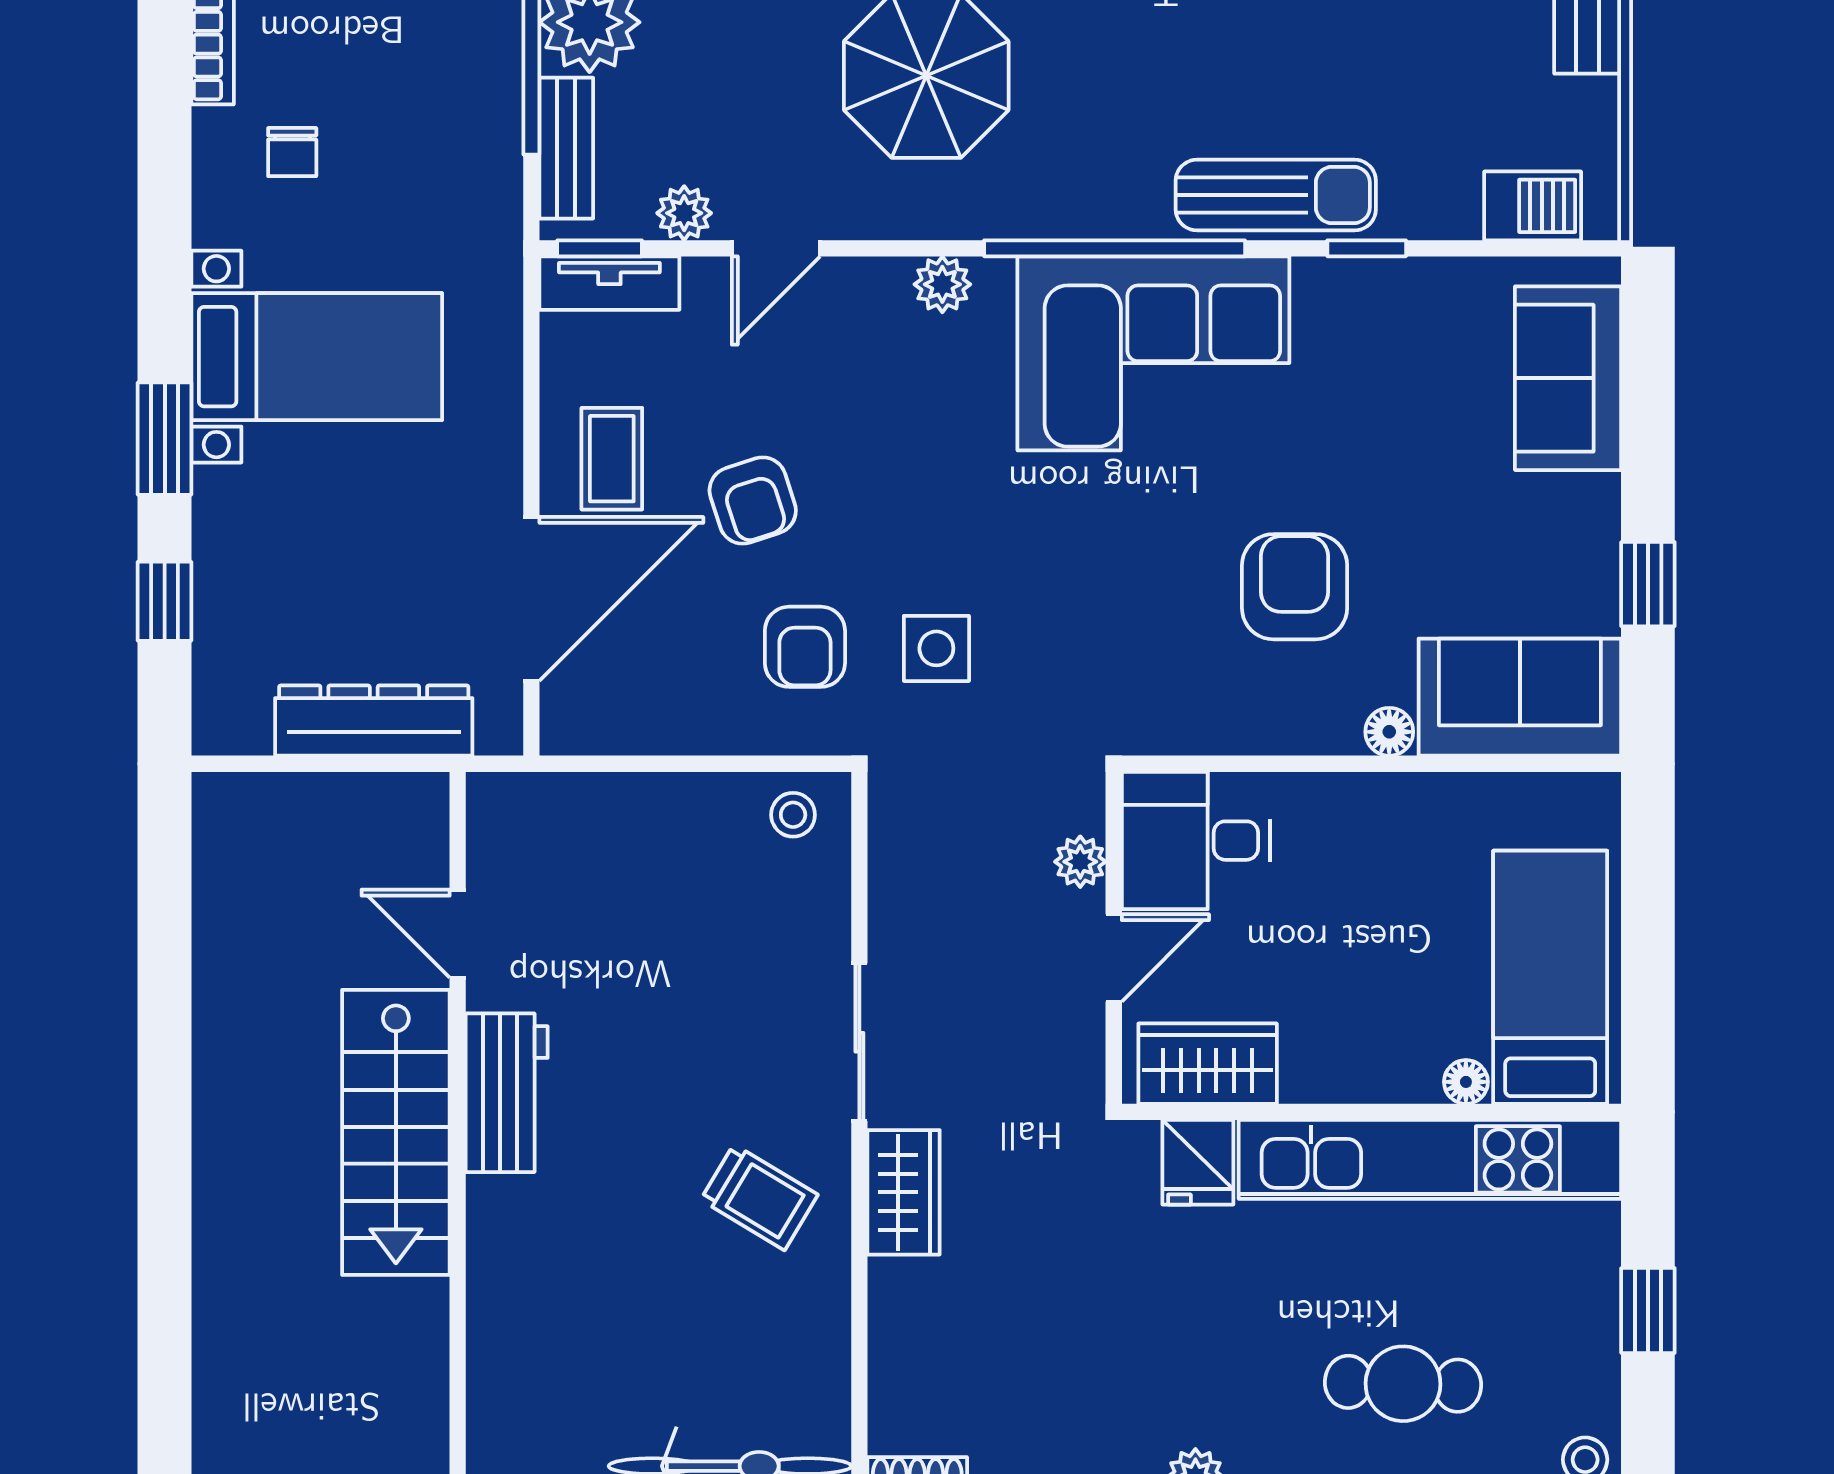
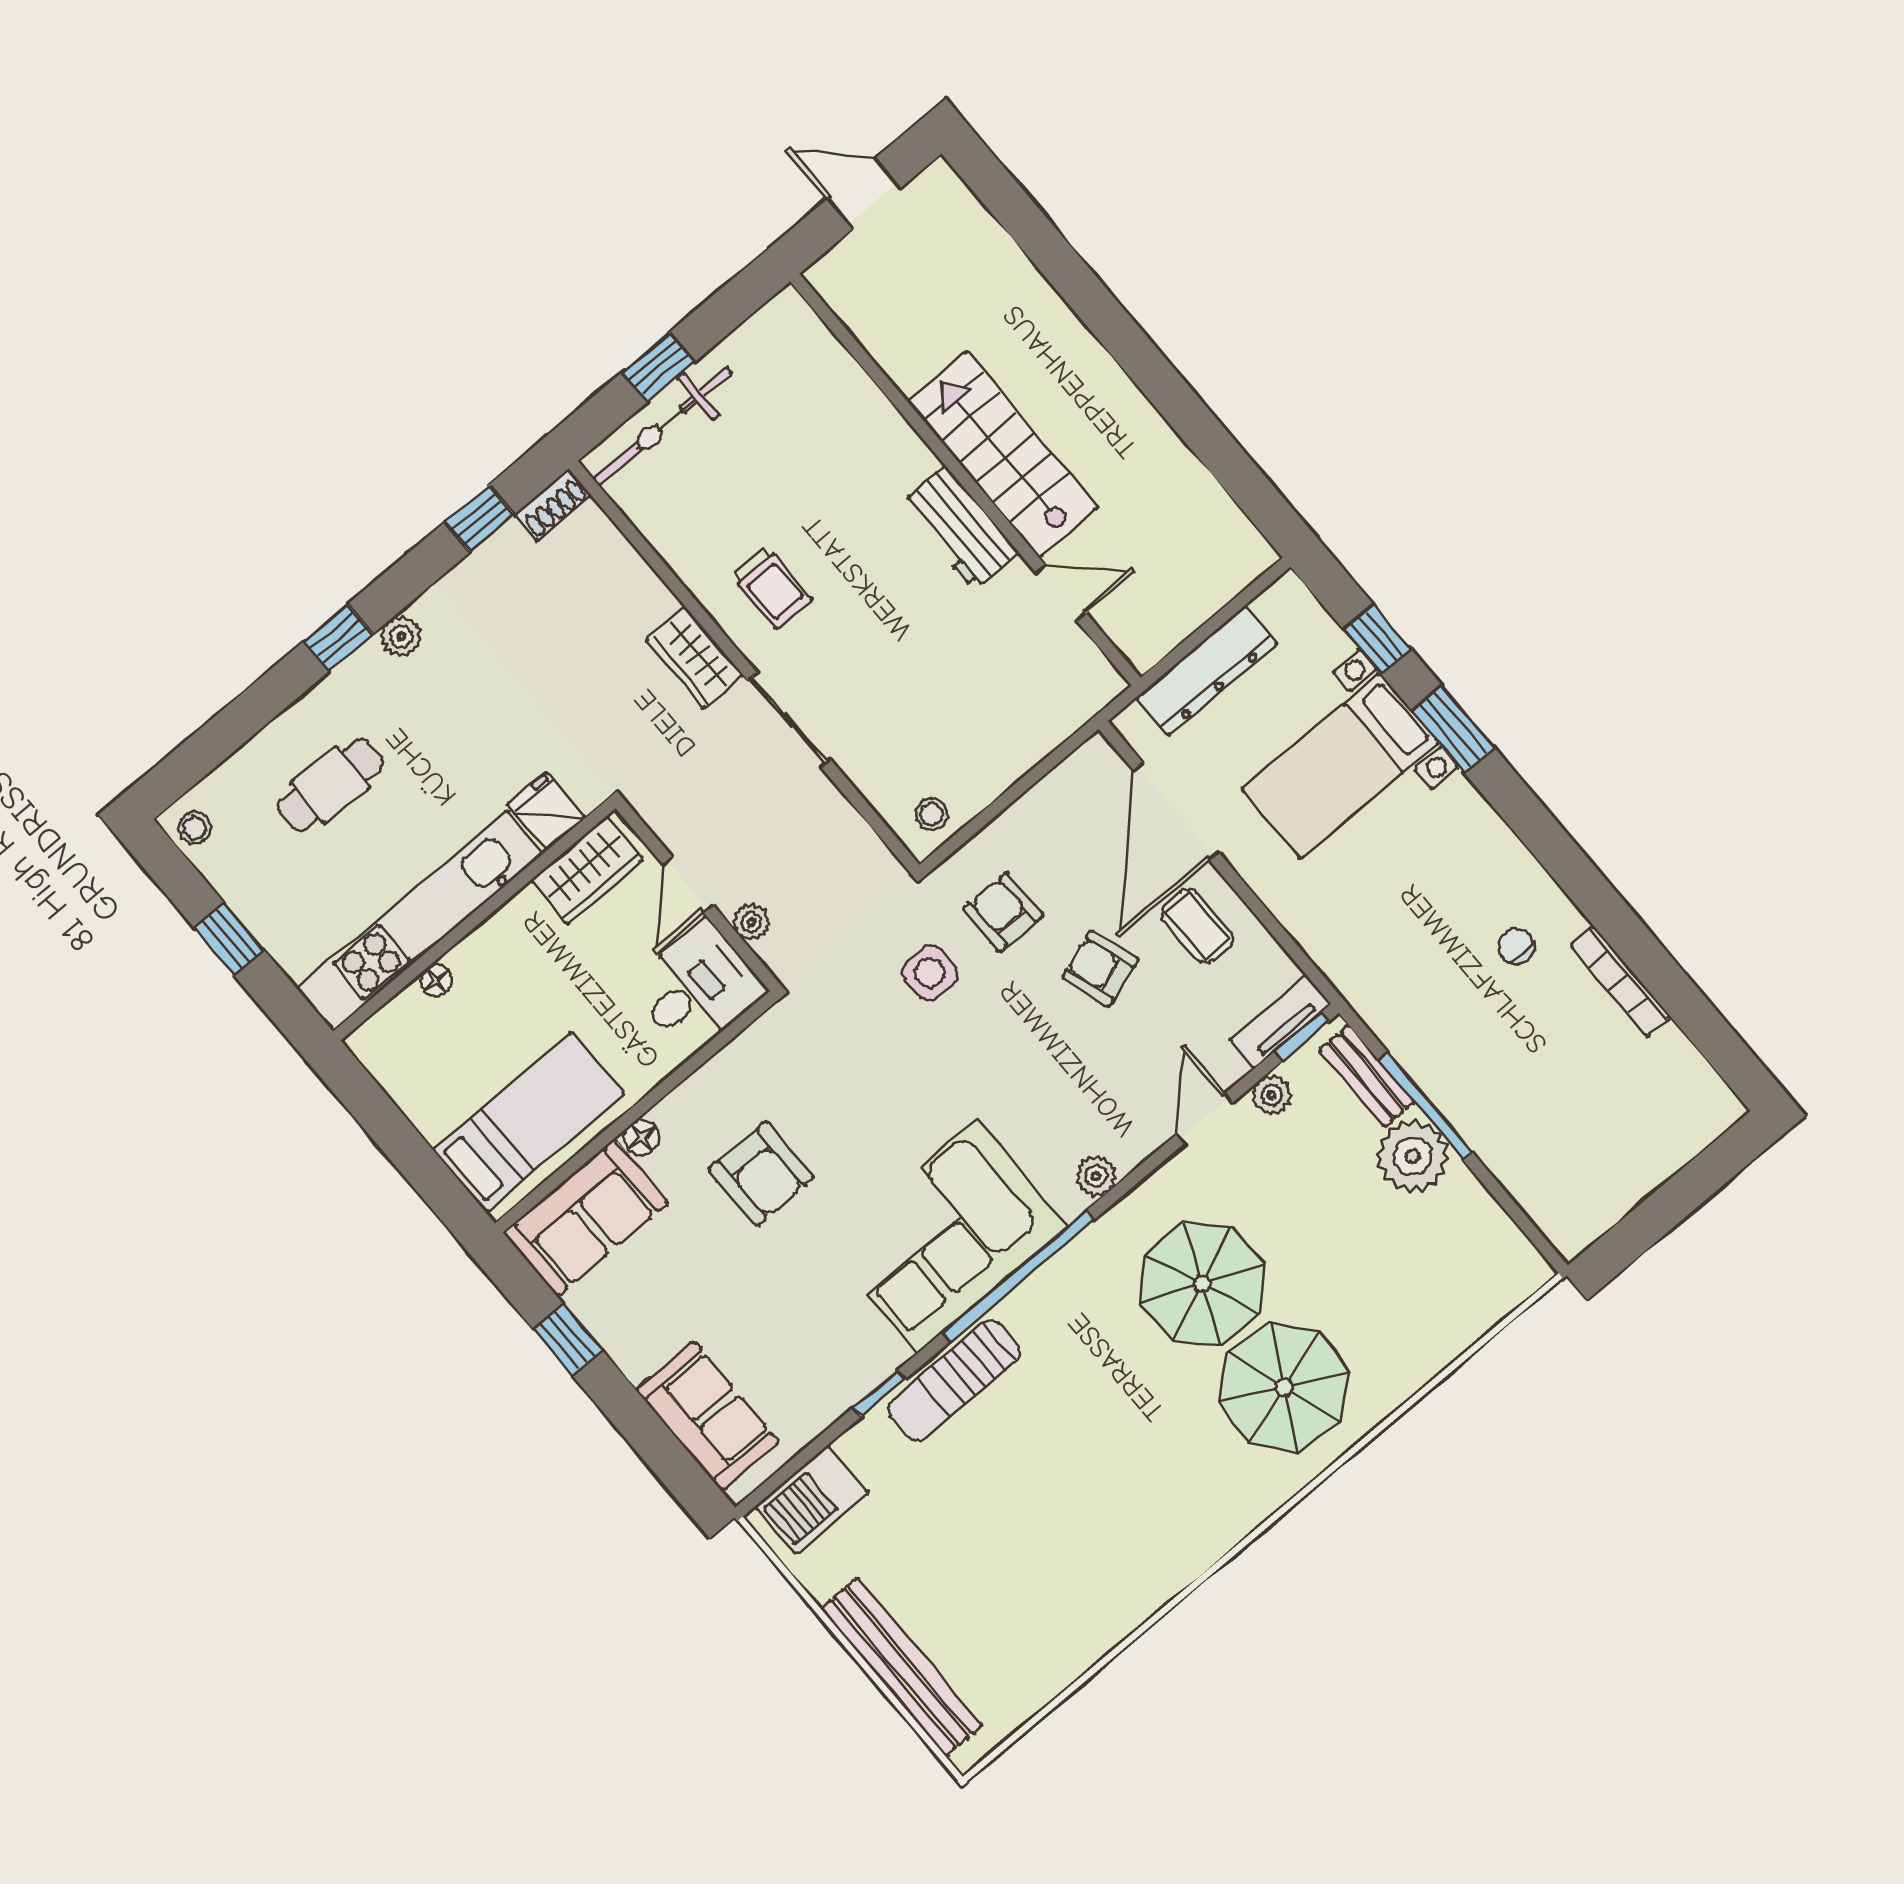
barbecue: (1533, 206) -> (812, 1499), width x1.38, depth x1.27
bed with nightstands: (317, 357) -> (1340, 766), moved
bed: (1550, 977) -> (529, 1122), moved, turned -90
trolley: (759, 1197) -> (772, 588), turned -121

